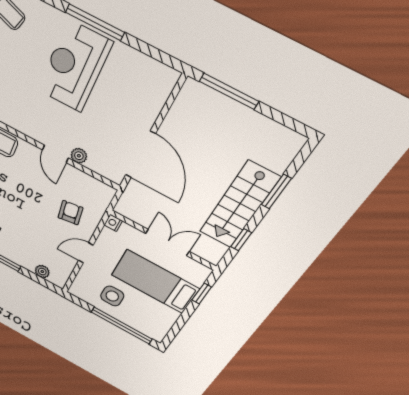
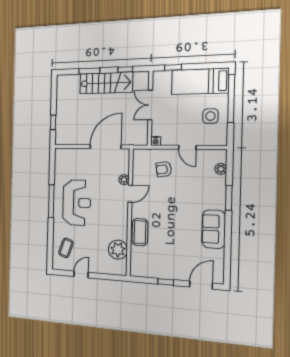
reception desk: (74, 67) -> (77, 203), turned -90
window: (229, 91) -> (53, 122), width x0.46
bed: (155, 282) -> (200, 81), moved, turned 90

